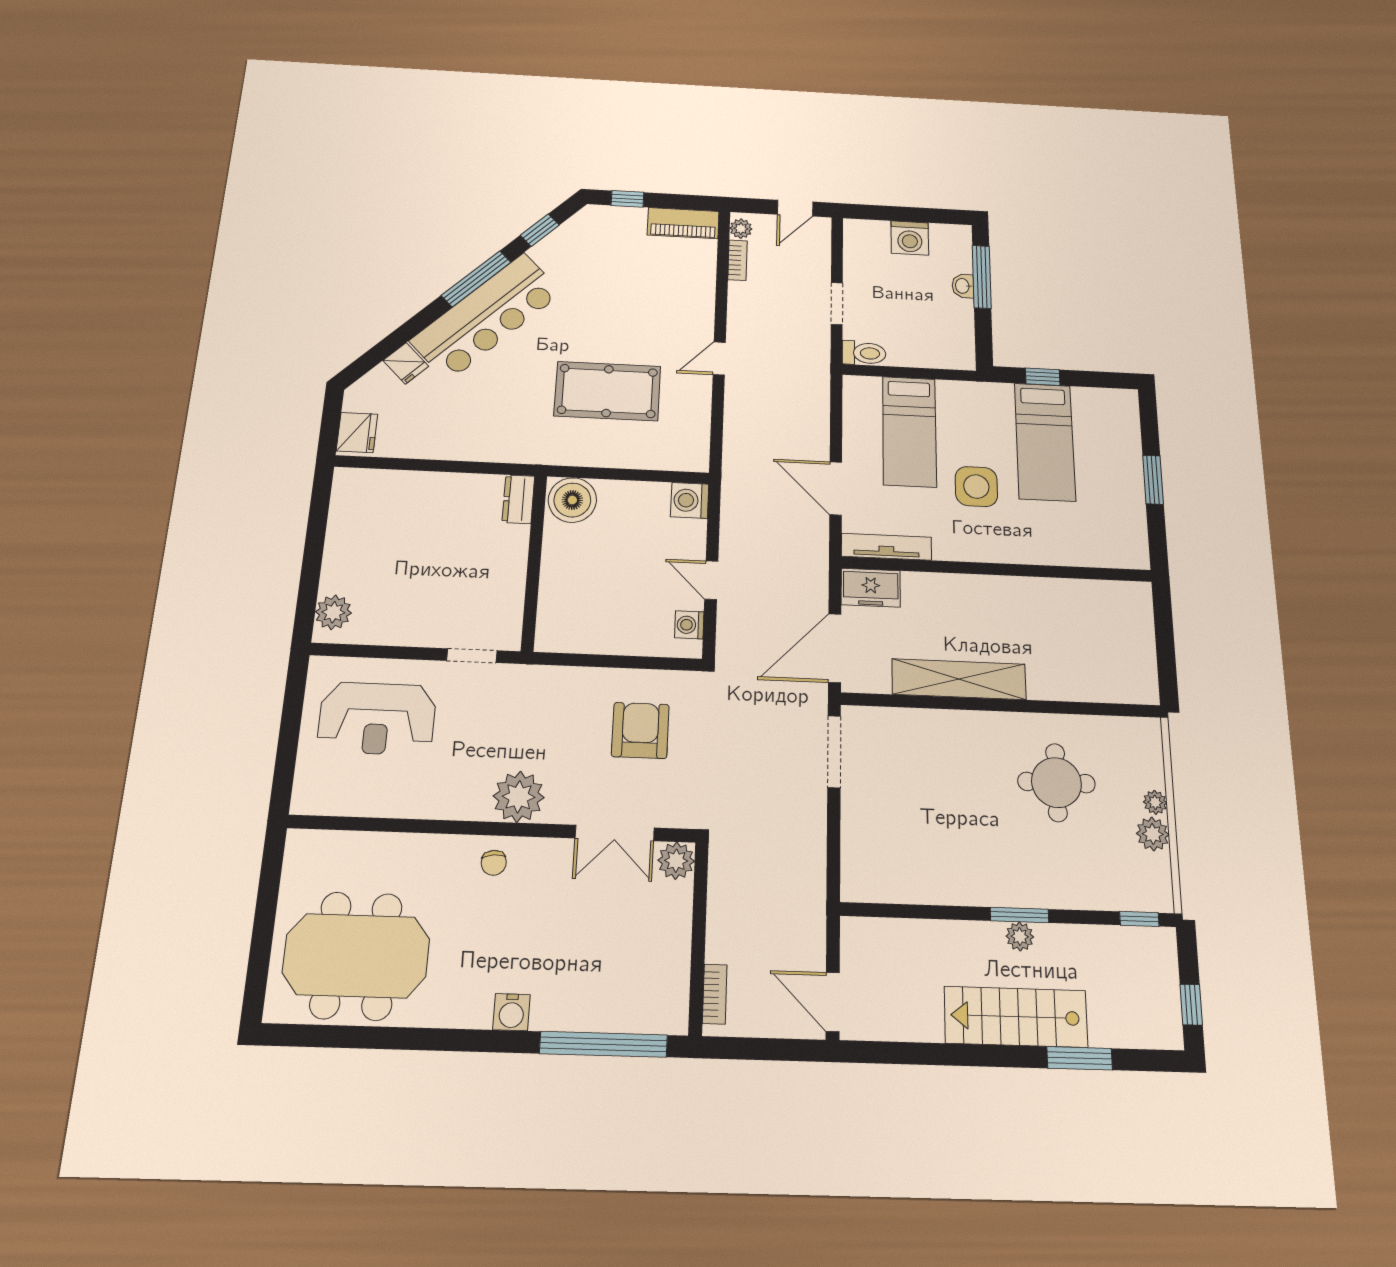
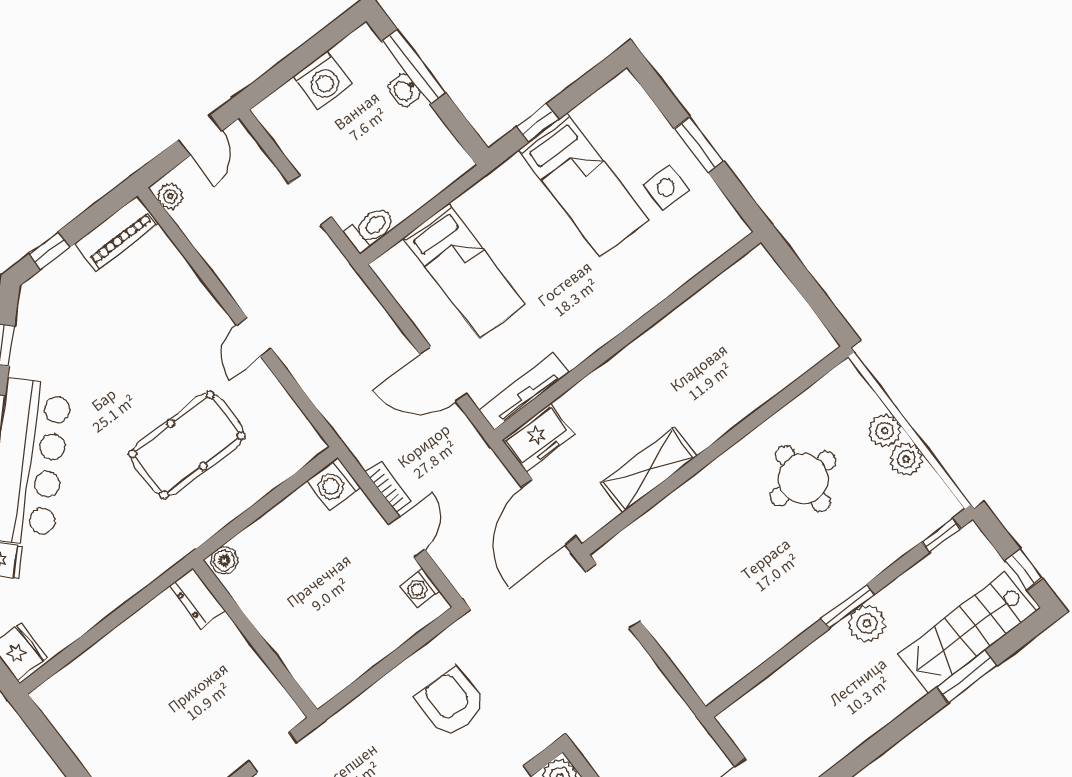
bookcase: (738, 260) -> (389, 486), moved
side table: (976, 487) -> (666, 187), moved, width x0.73, depth x0.73
boiler: (572, 500) -> (224, 561), width x0.54, depth x0.54
door: (711, 580) -> (407, 537), swing flipped
shelving: (959, 679) -> (649, 470), width x0.68
plant: (1155, 802) -> (885, 431), width x1.38, depth x1.38
plant: (1020, 936) -> (867, 624), width x1.38, depth x1.38
stairs: (1016, 1017) -> (967, 633), moved

